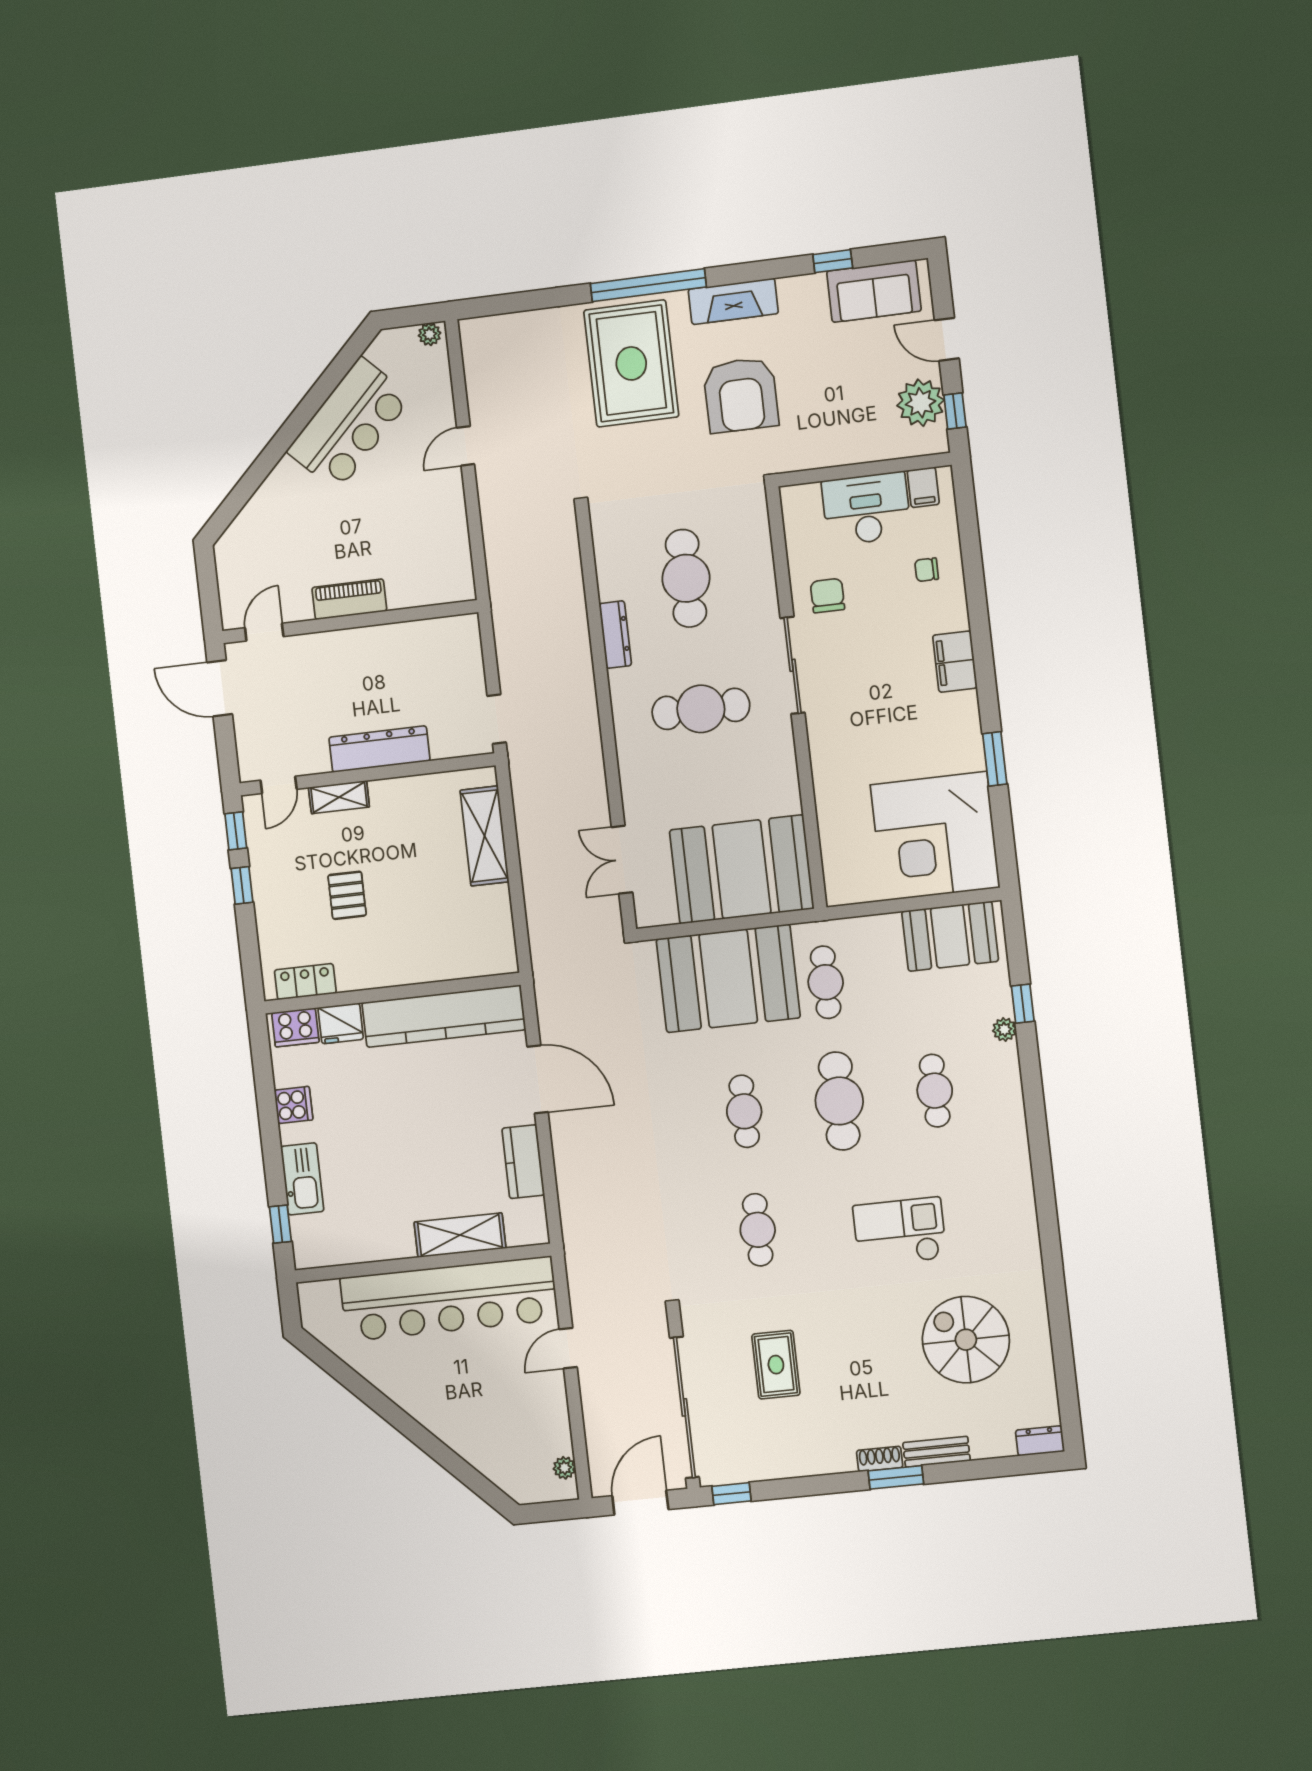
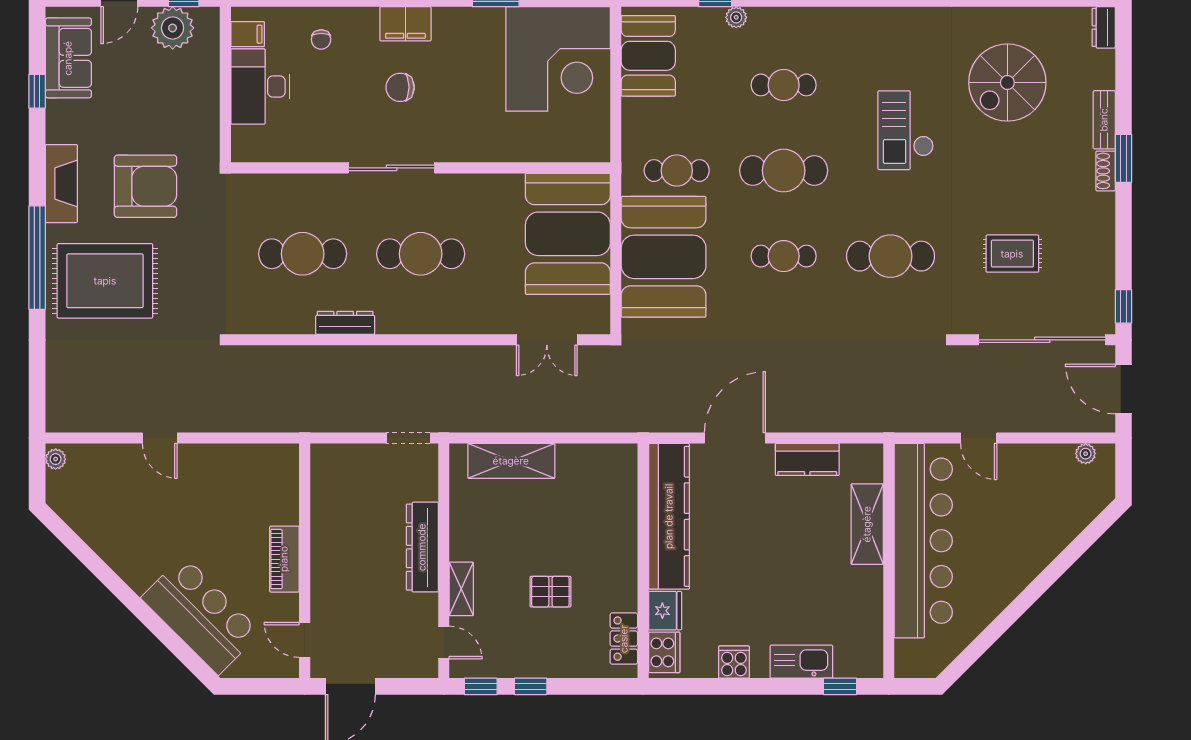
bar counter: (349, 424) -> (201, 615), moved
chair: (827, 596) -> (400, 87), moved
cafe table: (701, 709) -> (421, 254), turned 90
cafe table: (758, 1230) -> (891, 256), width x1.37, depth x1.35

